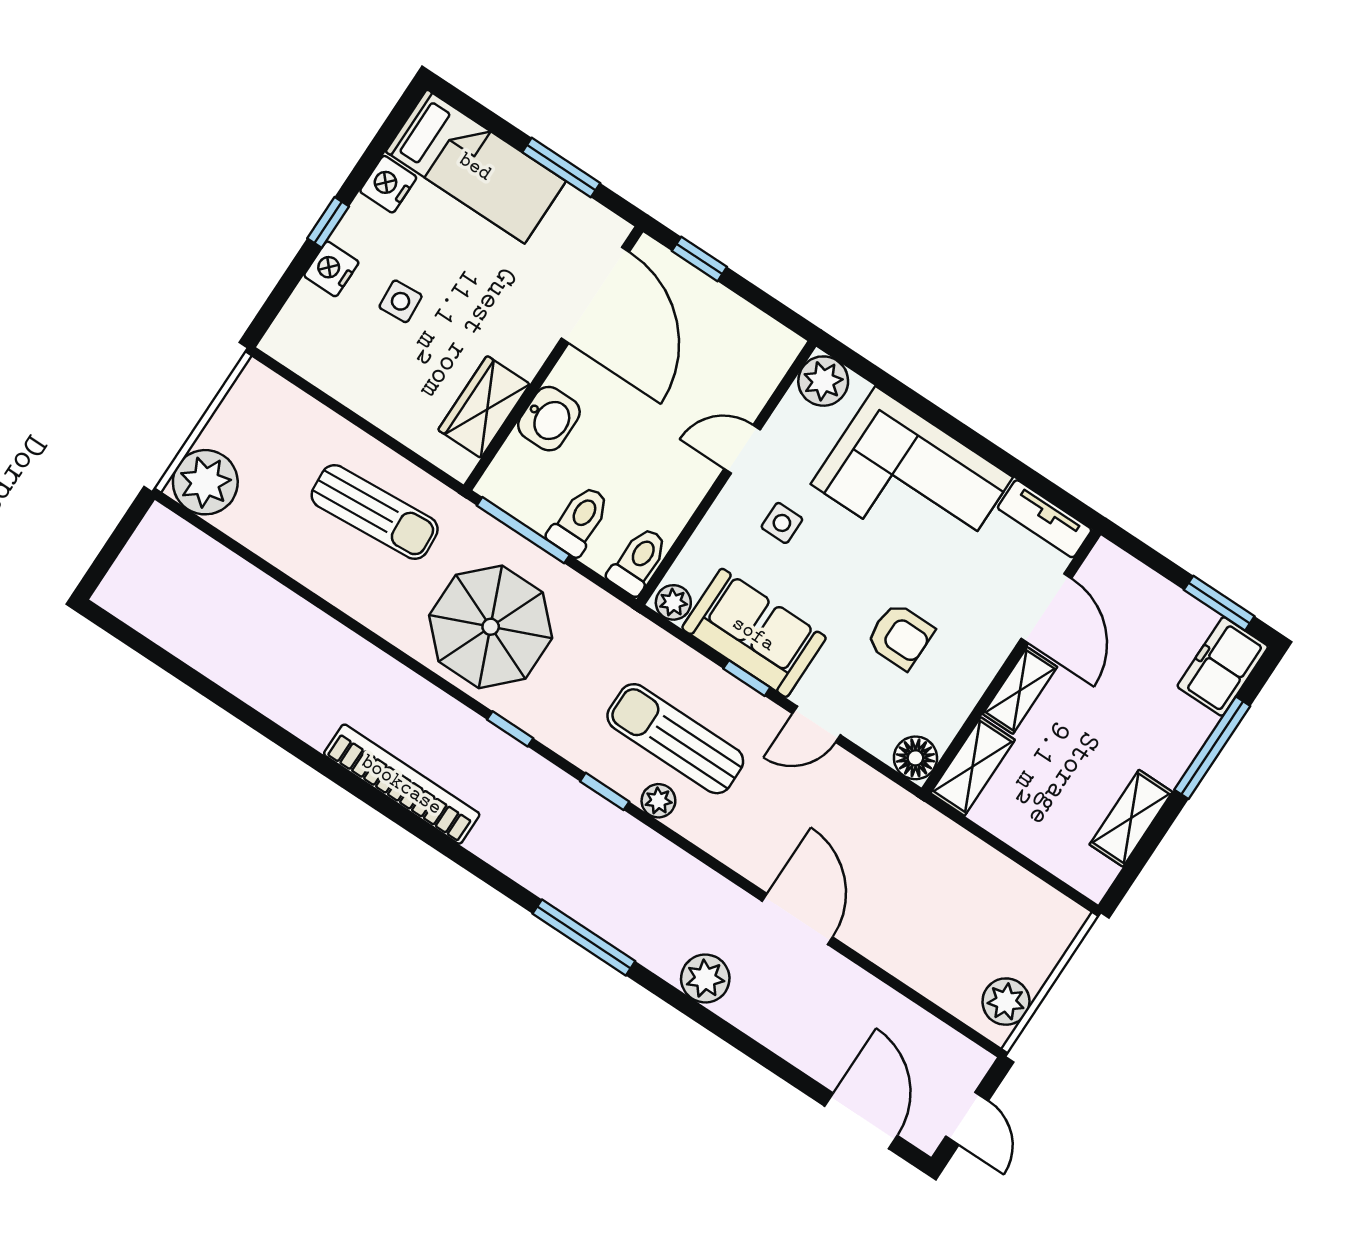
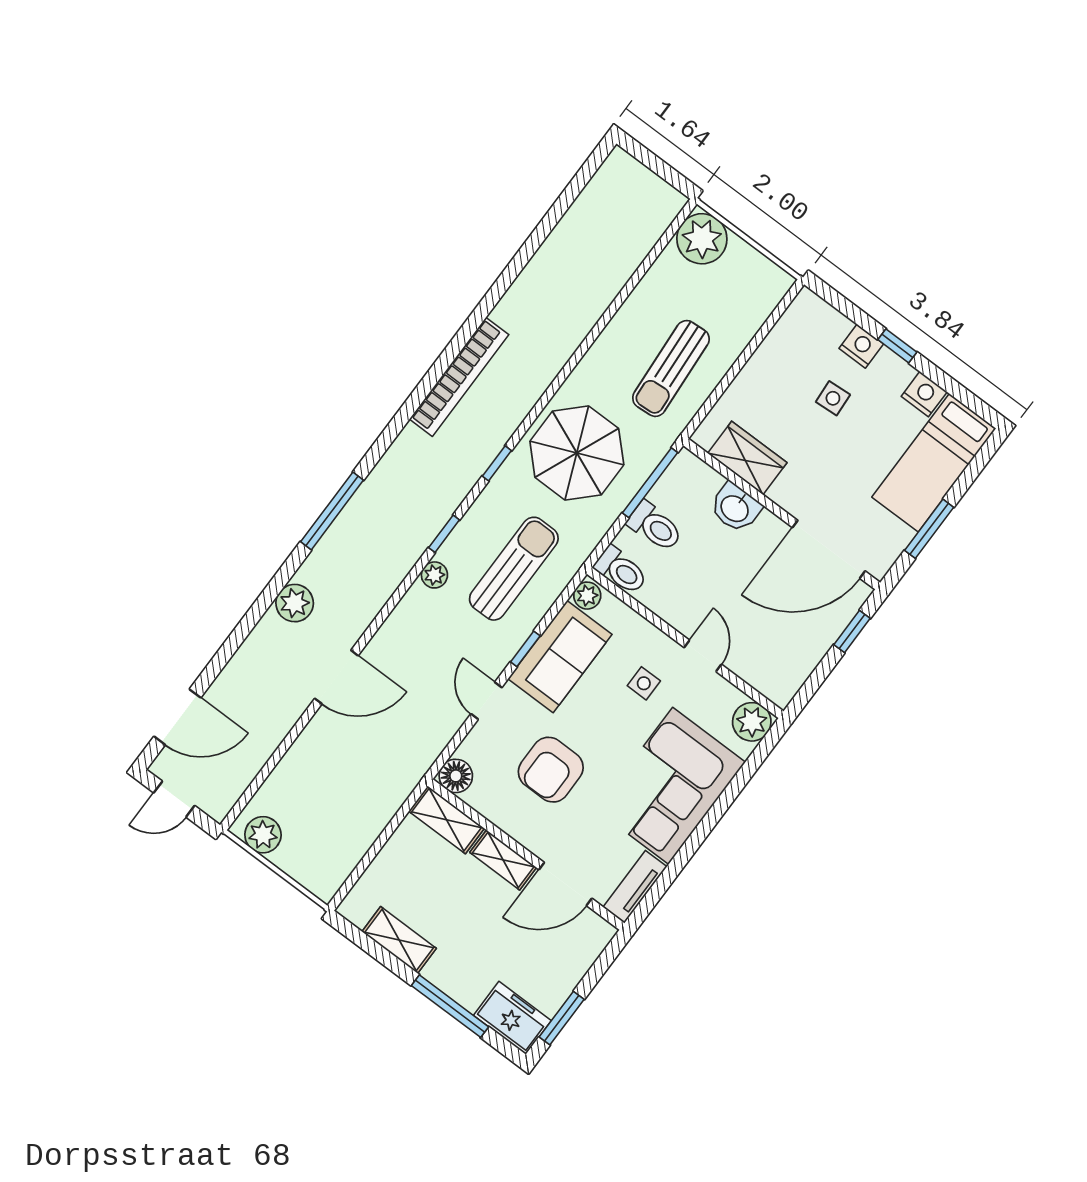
armchair: (900, 636) -> (551, 770), width x1.38, depth x1.38
sun lounger: (675, 739) -> (514, 569), moved

